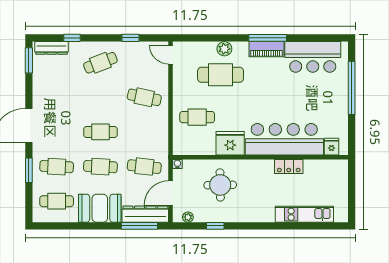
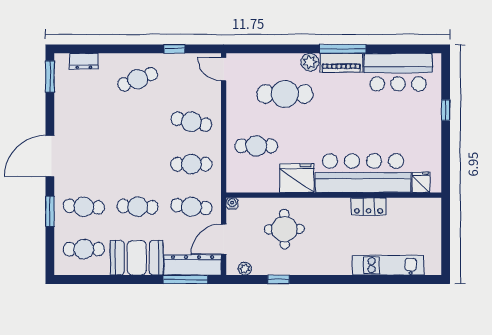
window: (72, 38) -> (103, 49), removed
dresser: (52, 48) -> (84, 61), width x0.70
plant: (224, 49) -> (310, 62), moved
window: (352, 88) -> (446, 110), width x0.32
cafe table: (100, 132) -> (191, 164), moved

